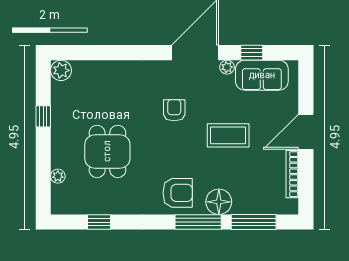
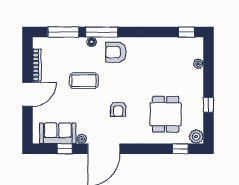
window: (84, 53) -> (180, 149), added
coffee table: (228, 135) -> (84, 81), moved
dining table: (107, 151) -> (166, 114), moved
floor lamp: (219, 202) -> (92, 42), width x0.53, depth x0.53
window: (99, 222) -> (186, 32), moved

